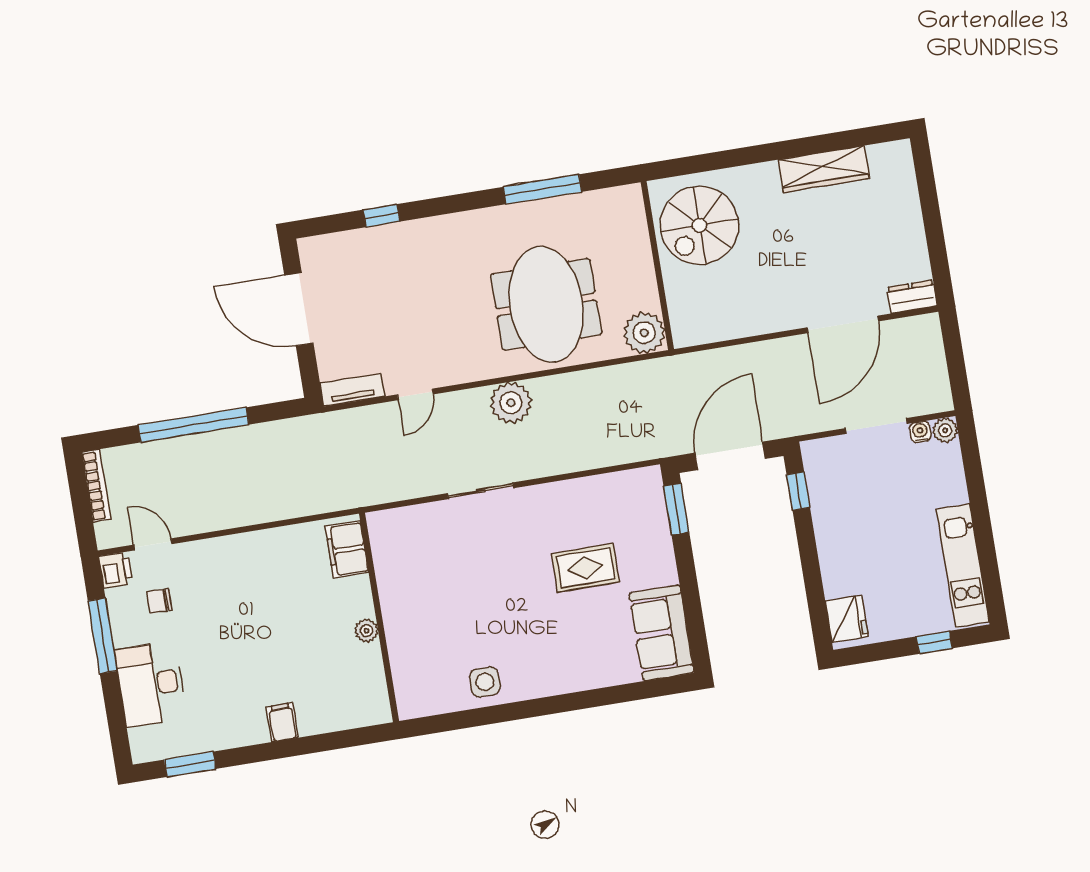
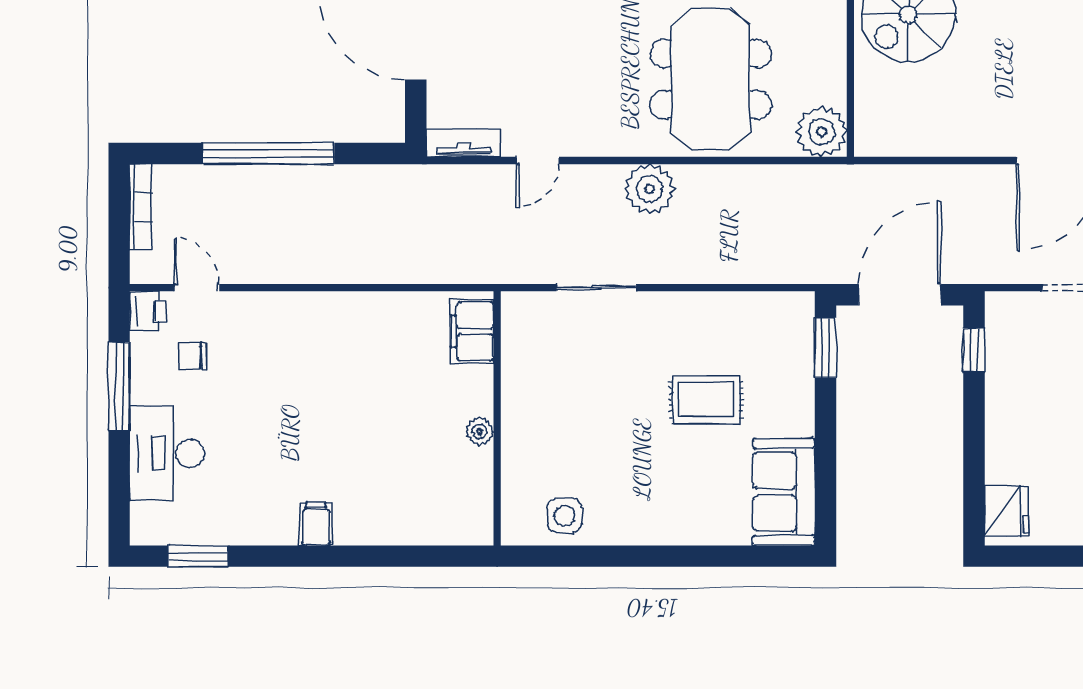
filing cabinet: (347, 549) -> (472, 331), moved
wall: (379, 617) -> (497, 418), moved
plant: (366, 631) -> (480, 432), moved

